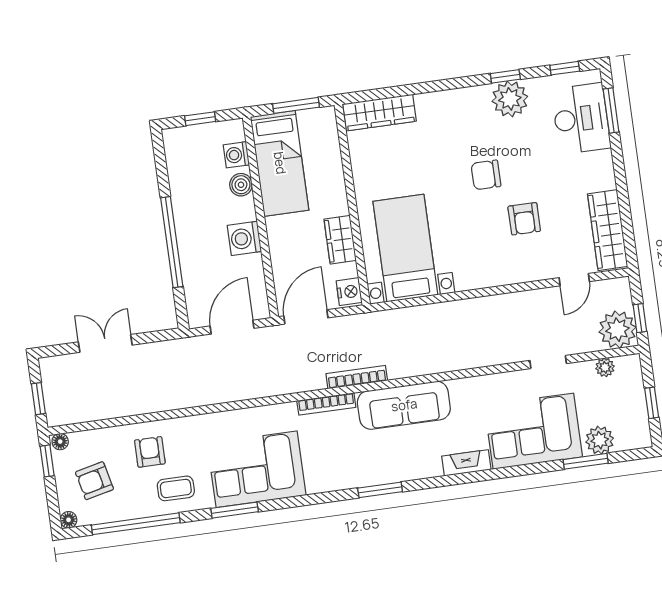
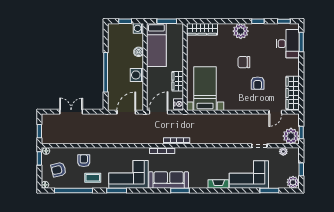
plant: (510, 99) -> (241, 31), moved
washing machine: (236, 155) -> (138, 28), moved
sofa: (404, 405) -> (169, 180), moved, turned 180
plant: (600, 440) -> (293, 182), moved

